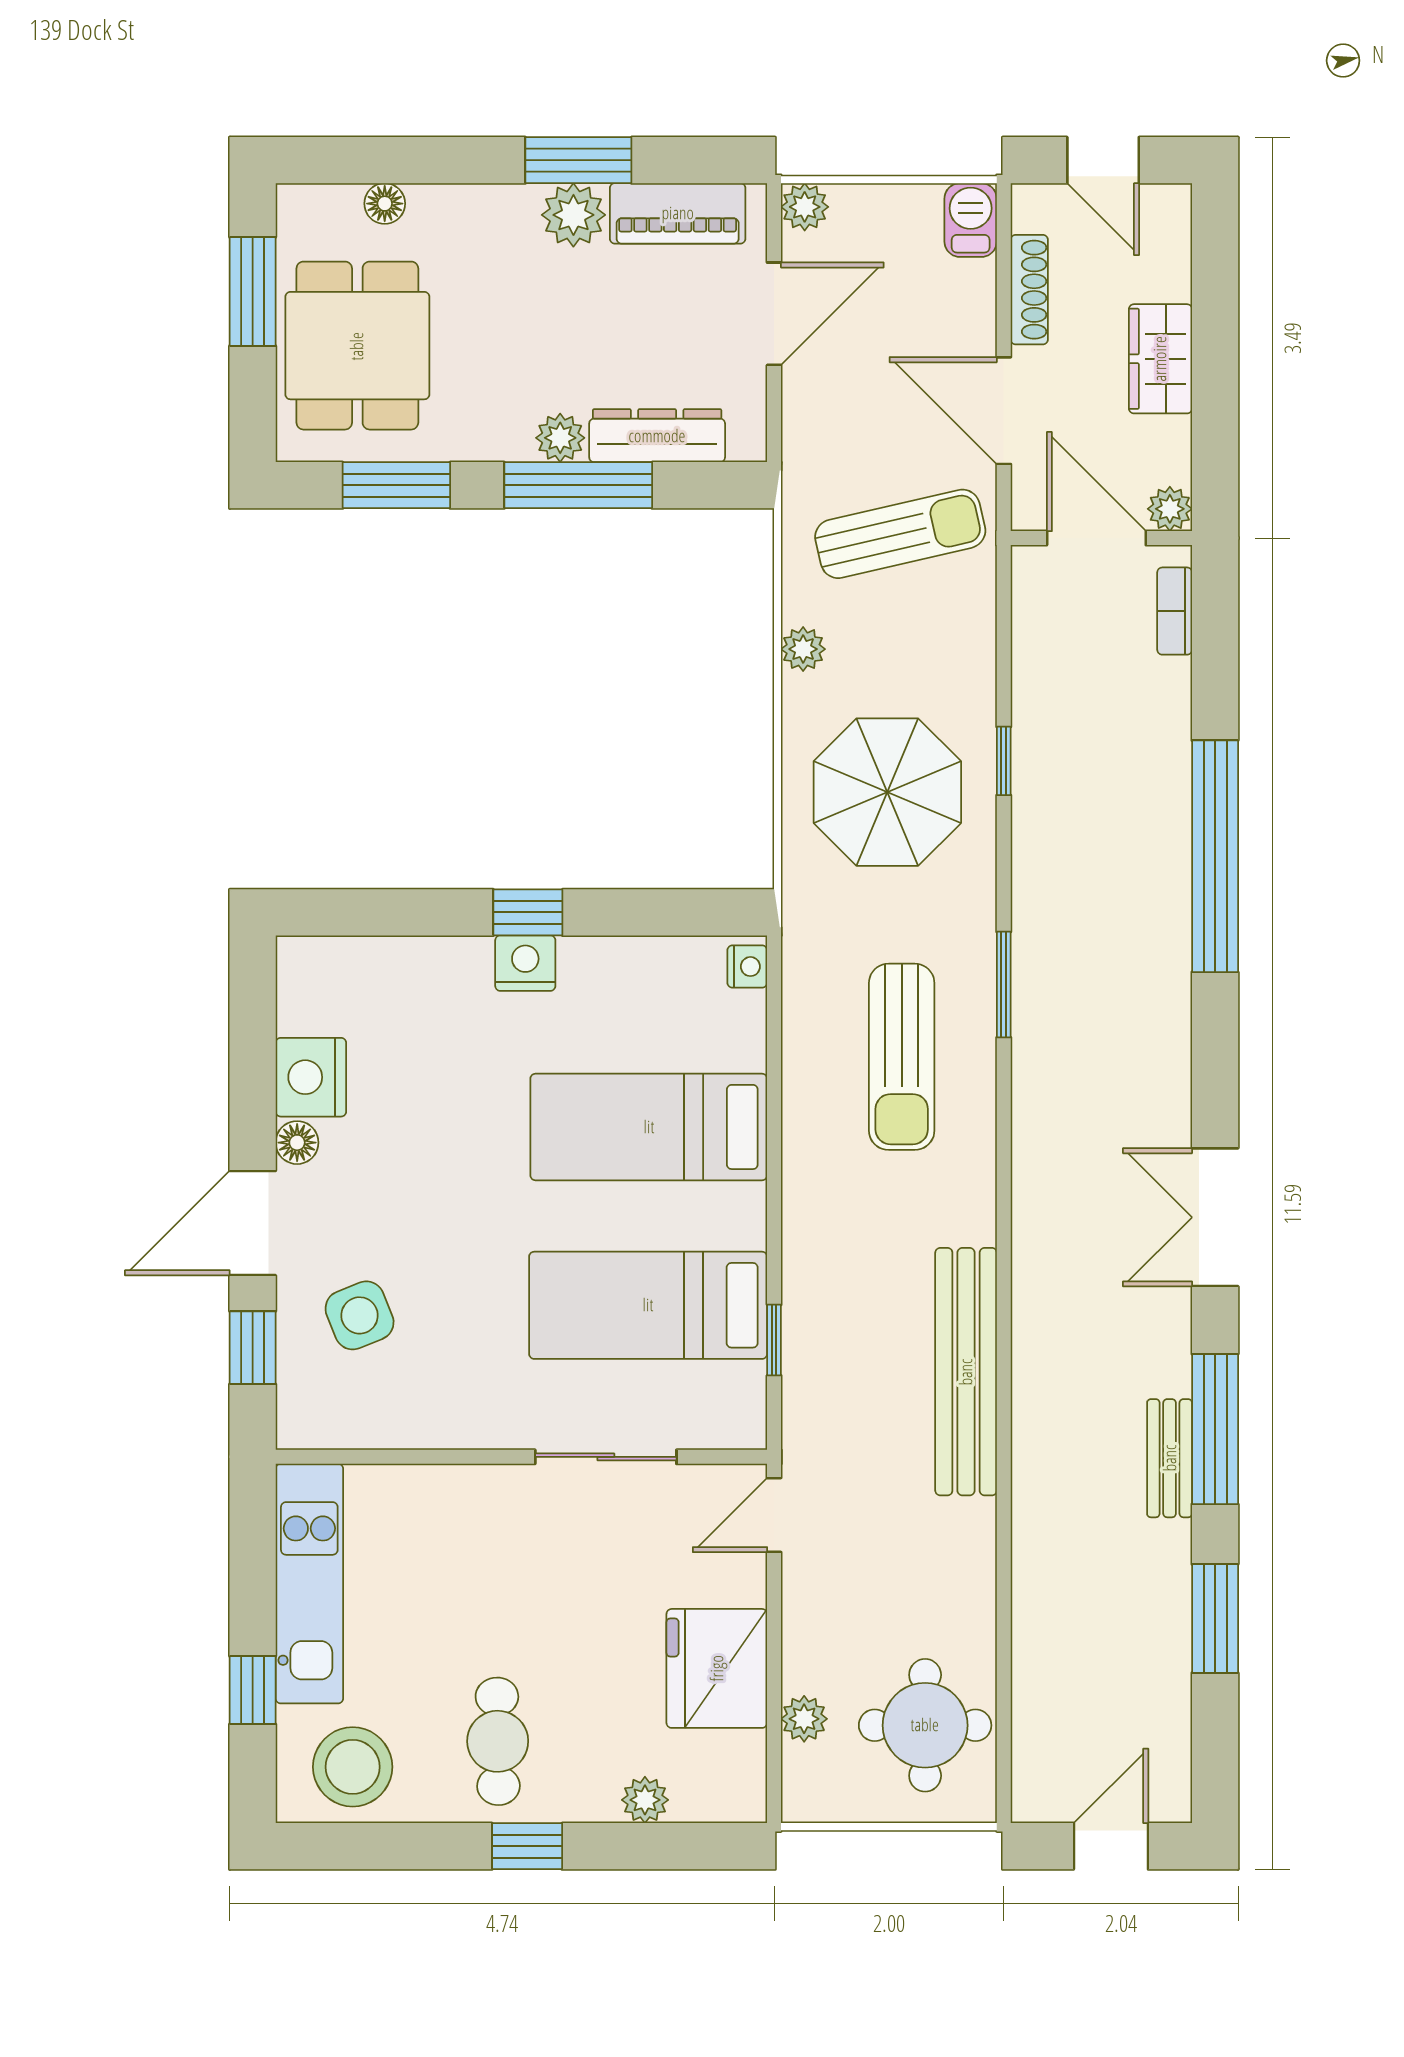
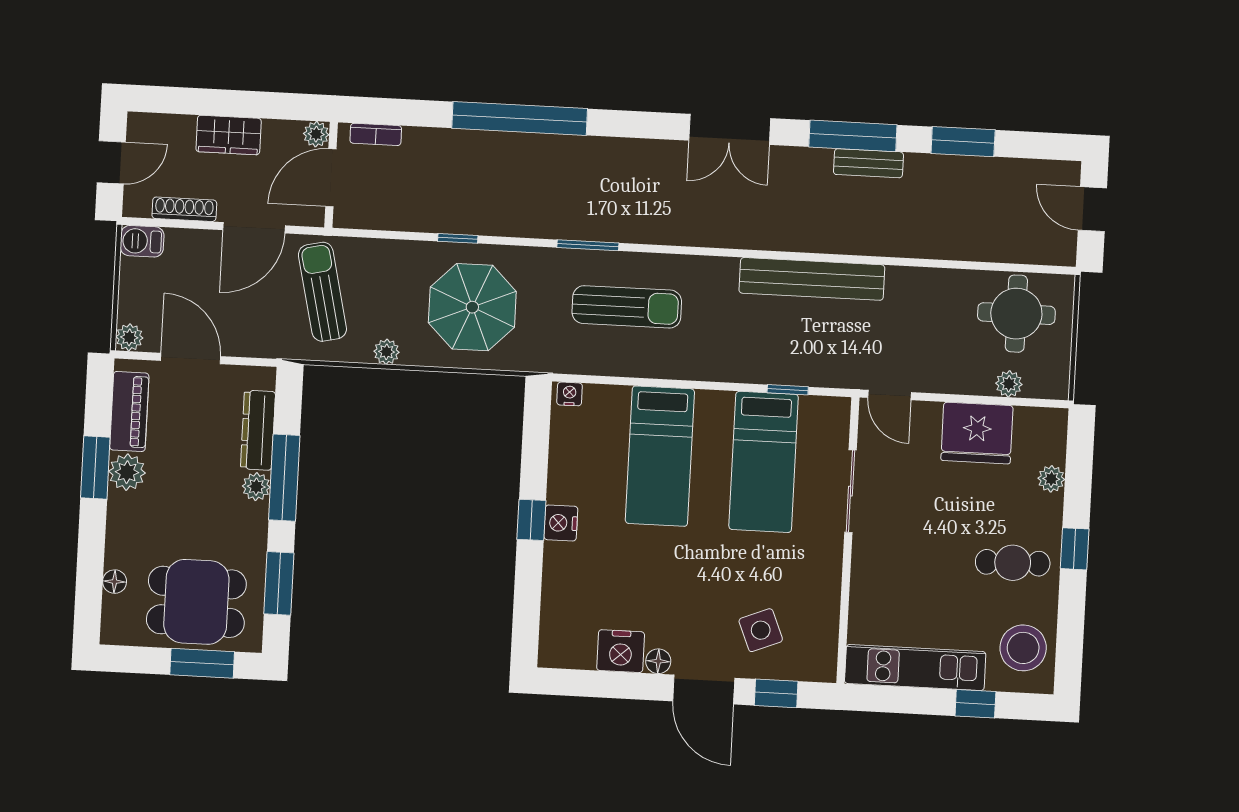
window: (253, 292) -> (202, 663), moved

